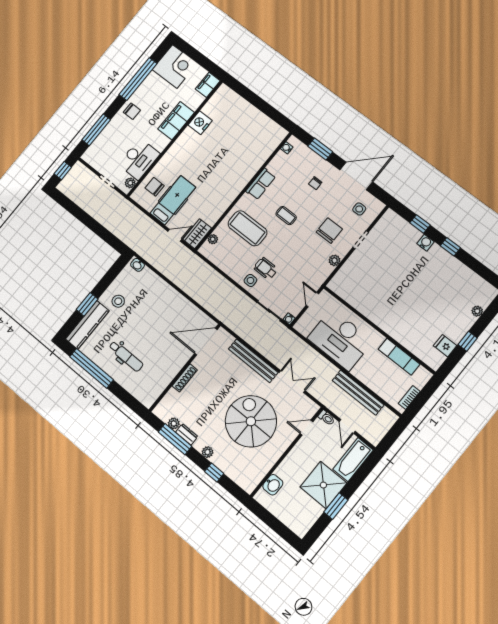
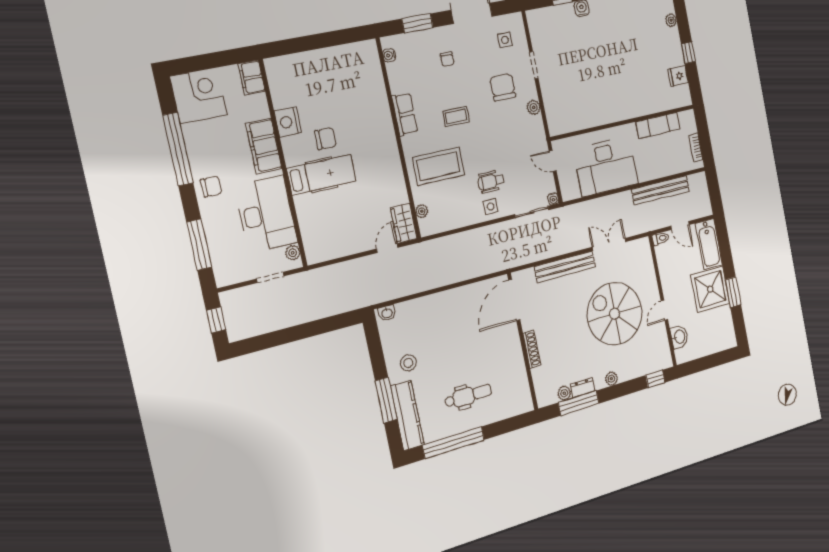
desk: (139, 159) -> (266, 214), width x1.36, depth x1.30
chair: (155, 187) -> (325, 139), moved, turned 180
hospital bed: (173, 200) -> (322, 175), moved, turned 90
window: (87, 304) -> (386, 400), width x1.44
door: (306, 428) -> (664, 310), moved
window: (214, 473) -> (655, 379), moved

